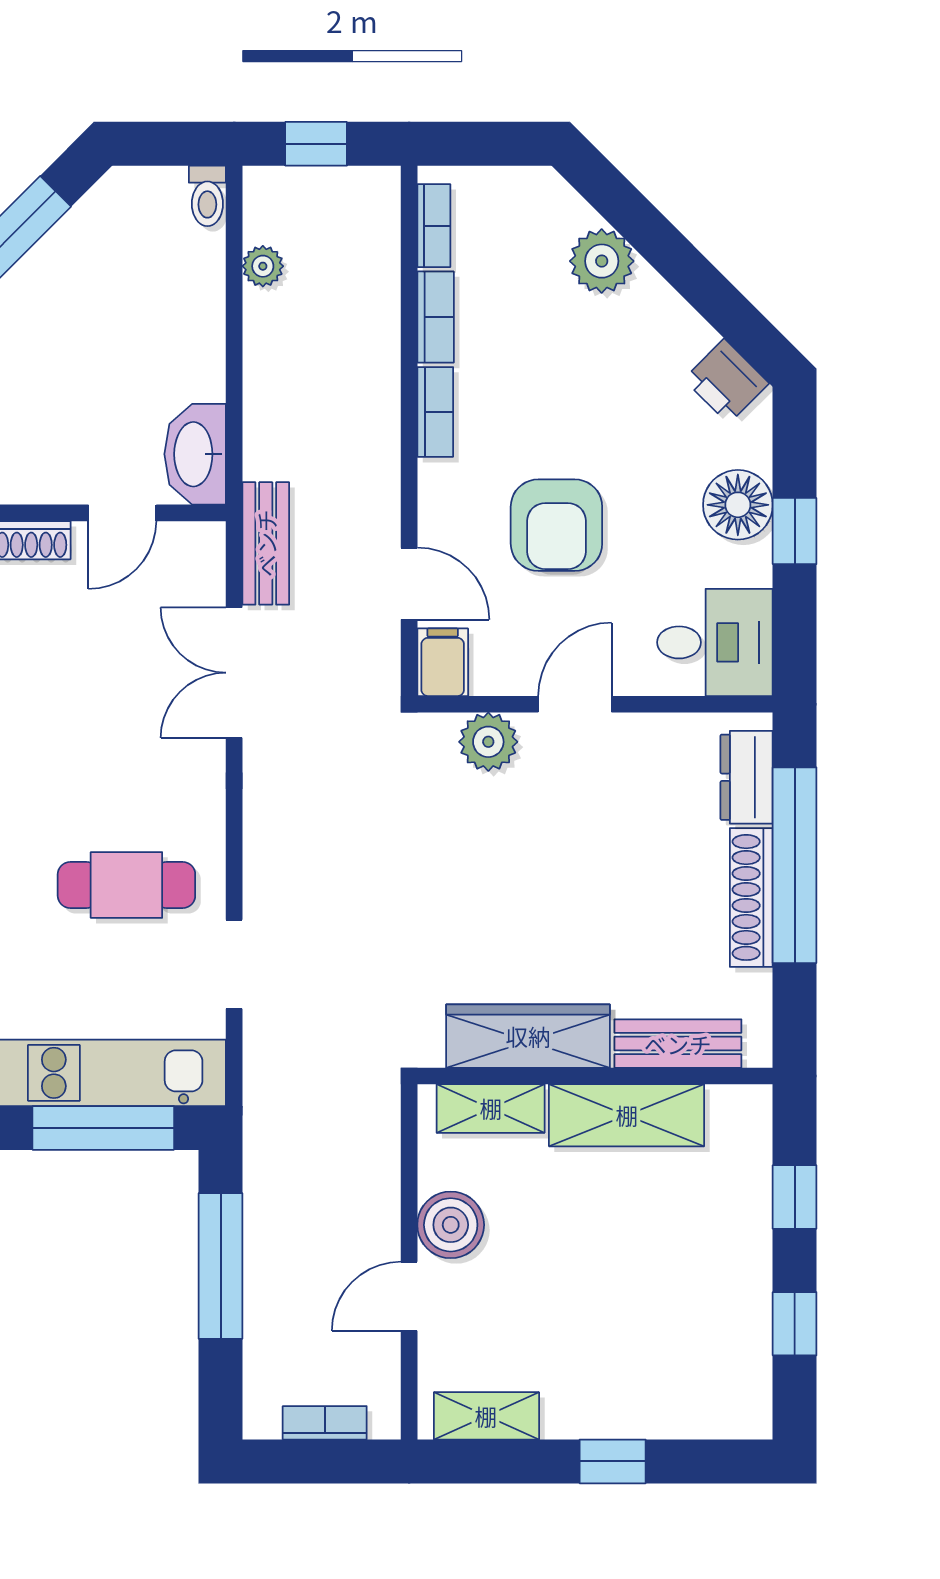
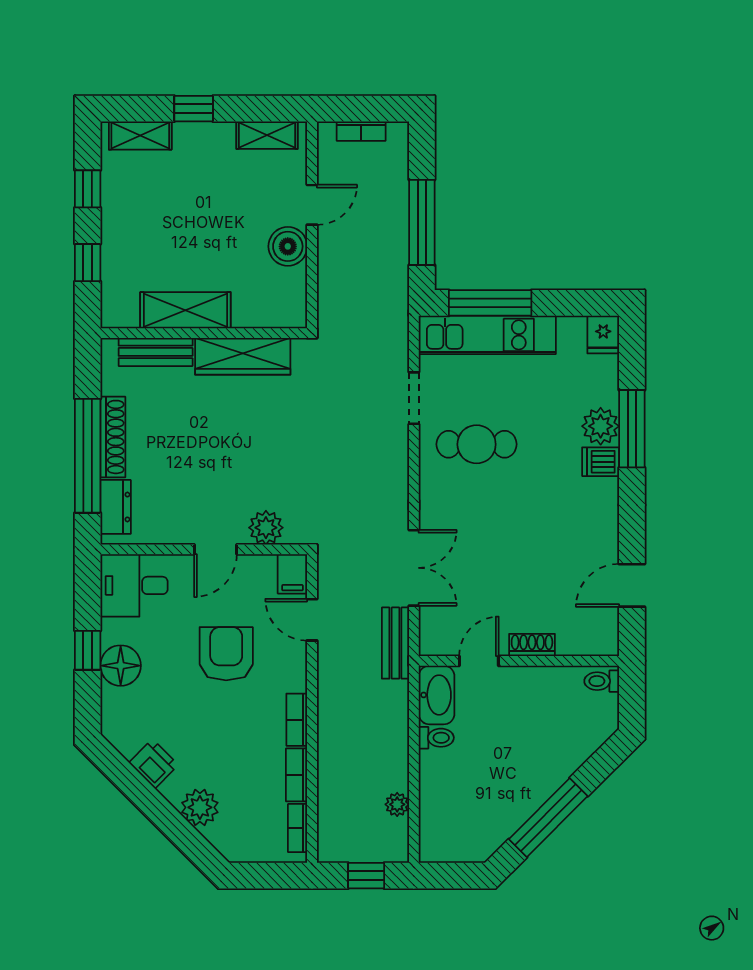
toilet: (207, 196) -> (436, 738), moved, turned 90
printer: (726, 381) -> (154, 764), moved
shelving: (491, 1108) -> (140, 136), moved

